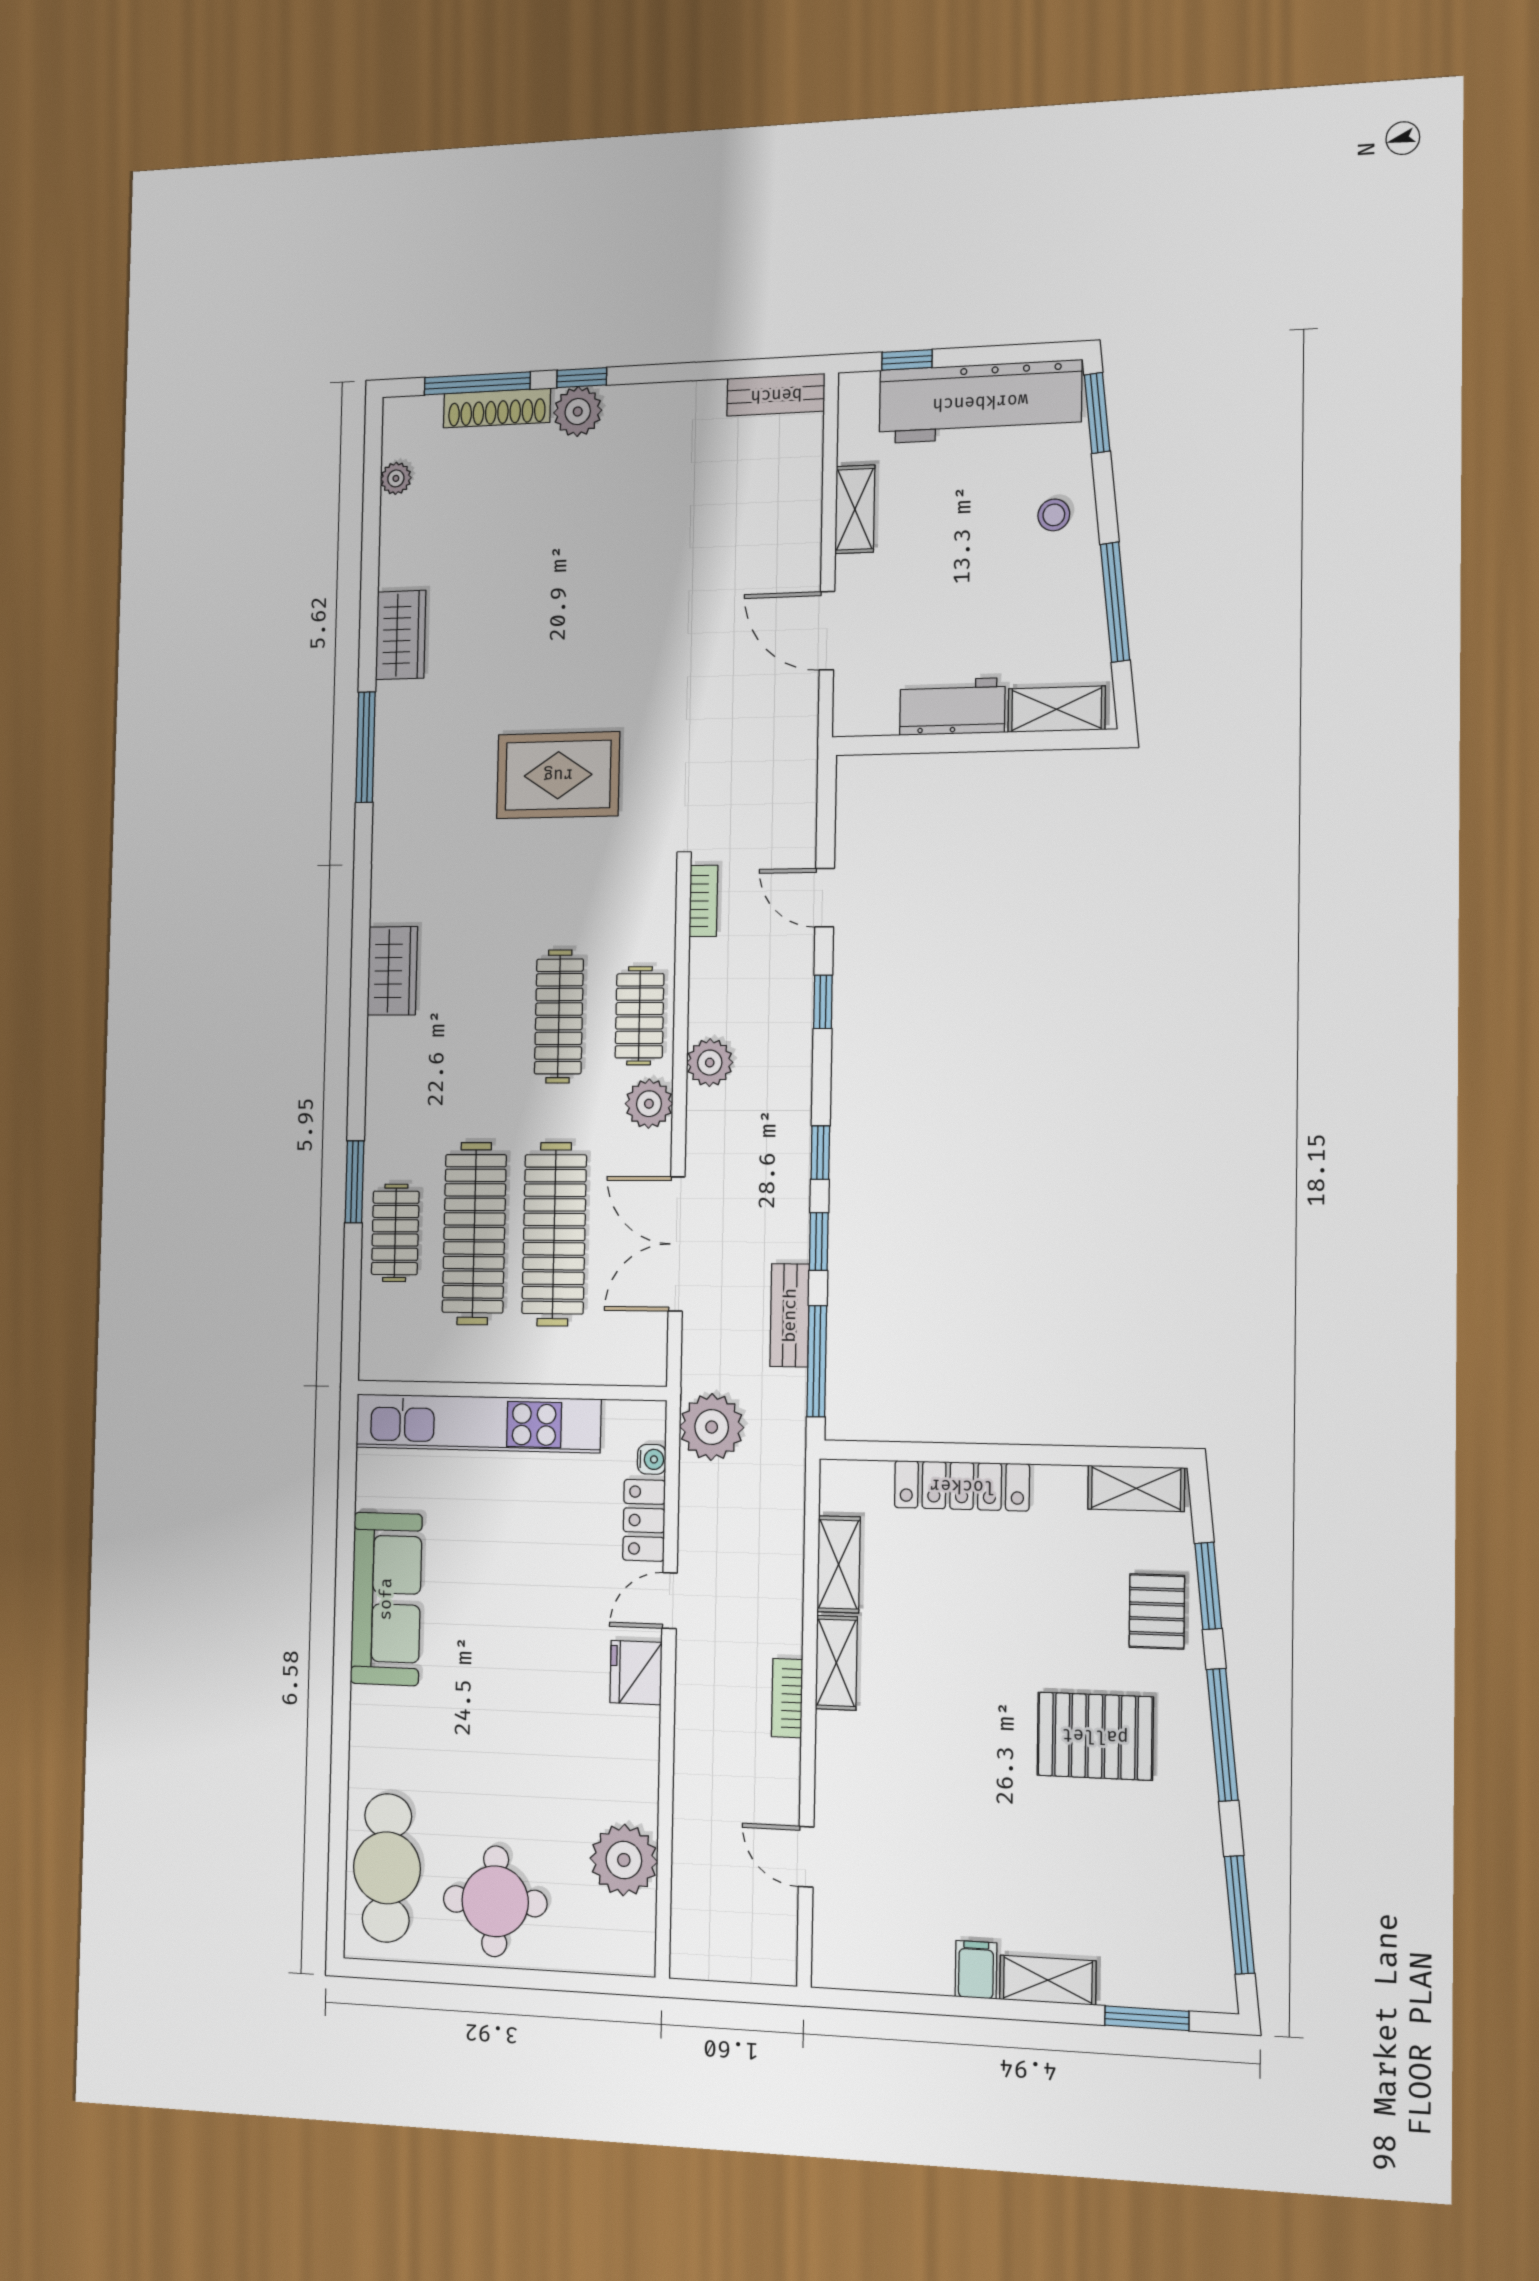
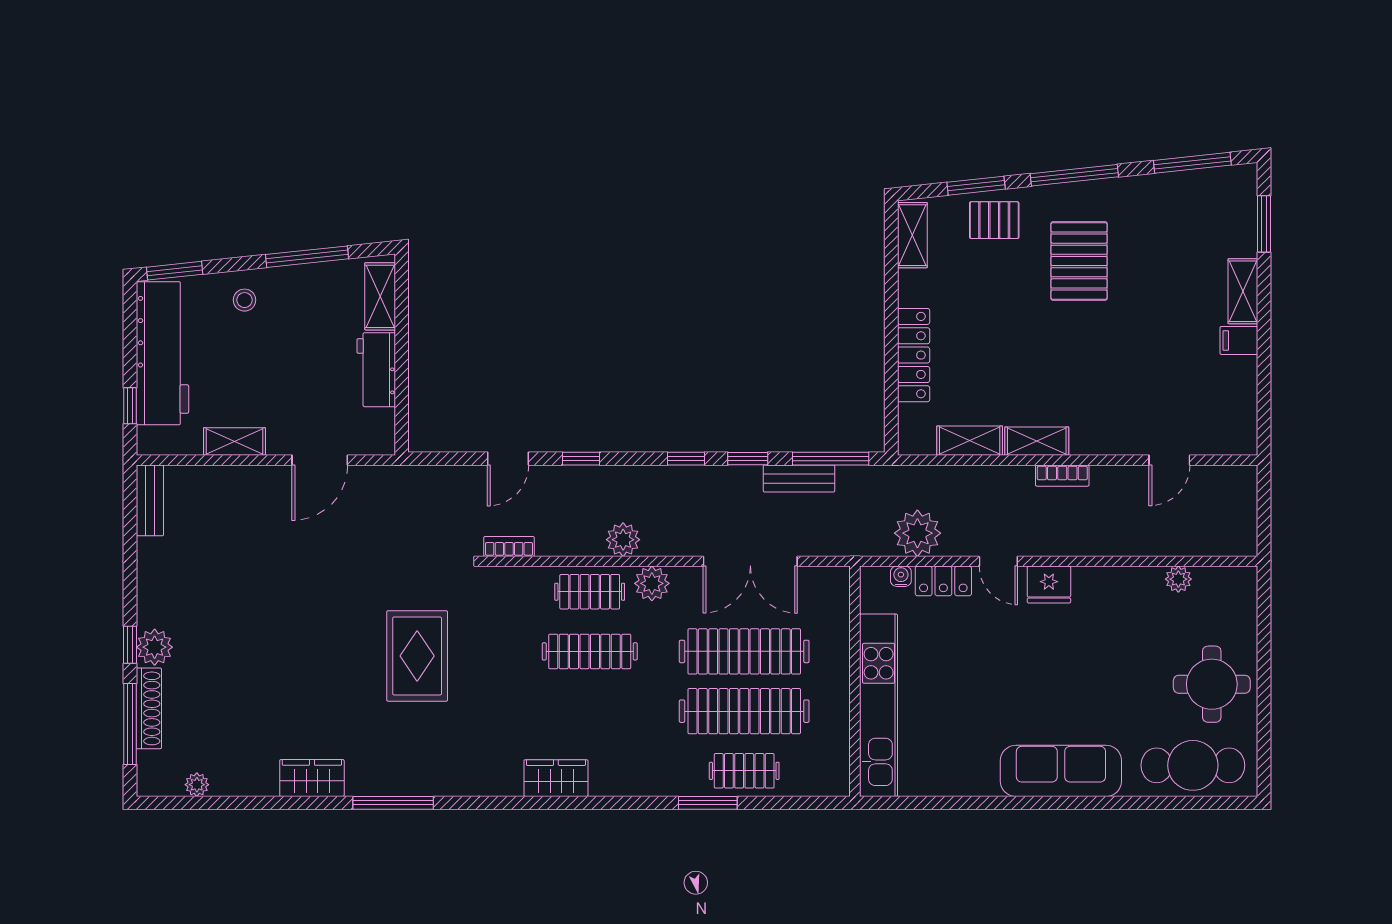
plant: (712, 1427) -> (917, 533), moved
sofa: (386, 1599) -> (1061, 771), moved
plant: (624, 1860) -> (1178, 579), width x0.53, depth x0.53

